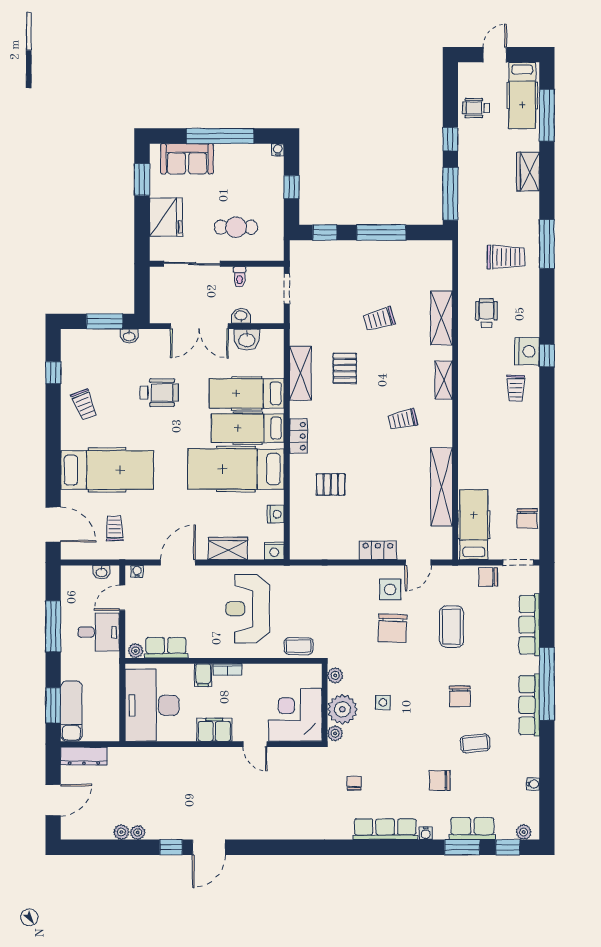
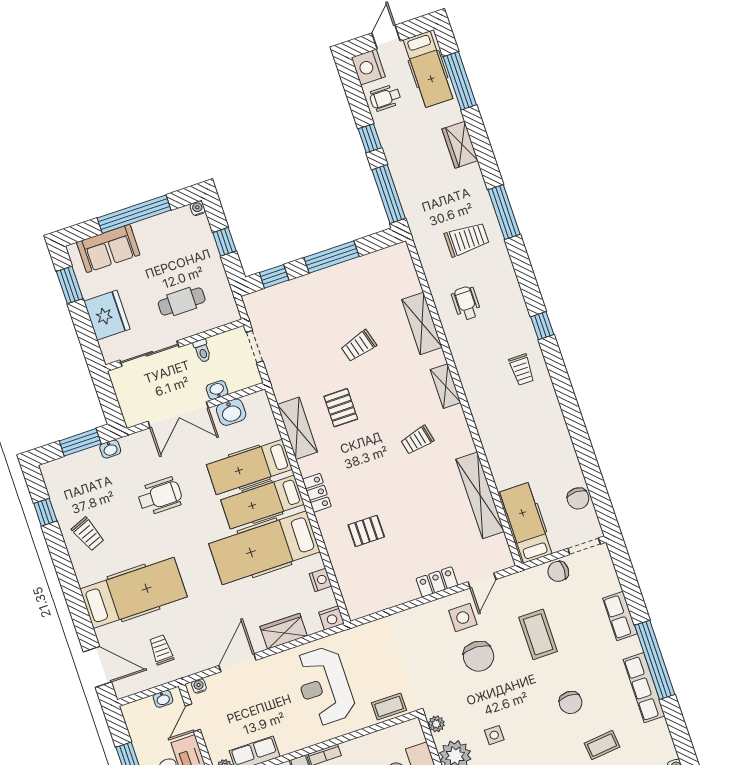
nightstand: (527, 351) -> (368, 67), moved, turned 180
row of seats: (529, 625) -> (620, 616), width x0.68

